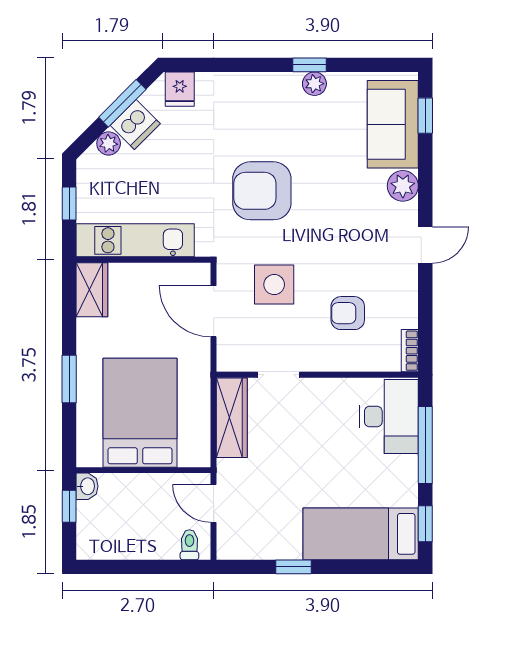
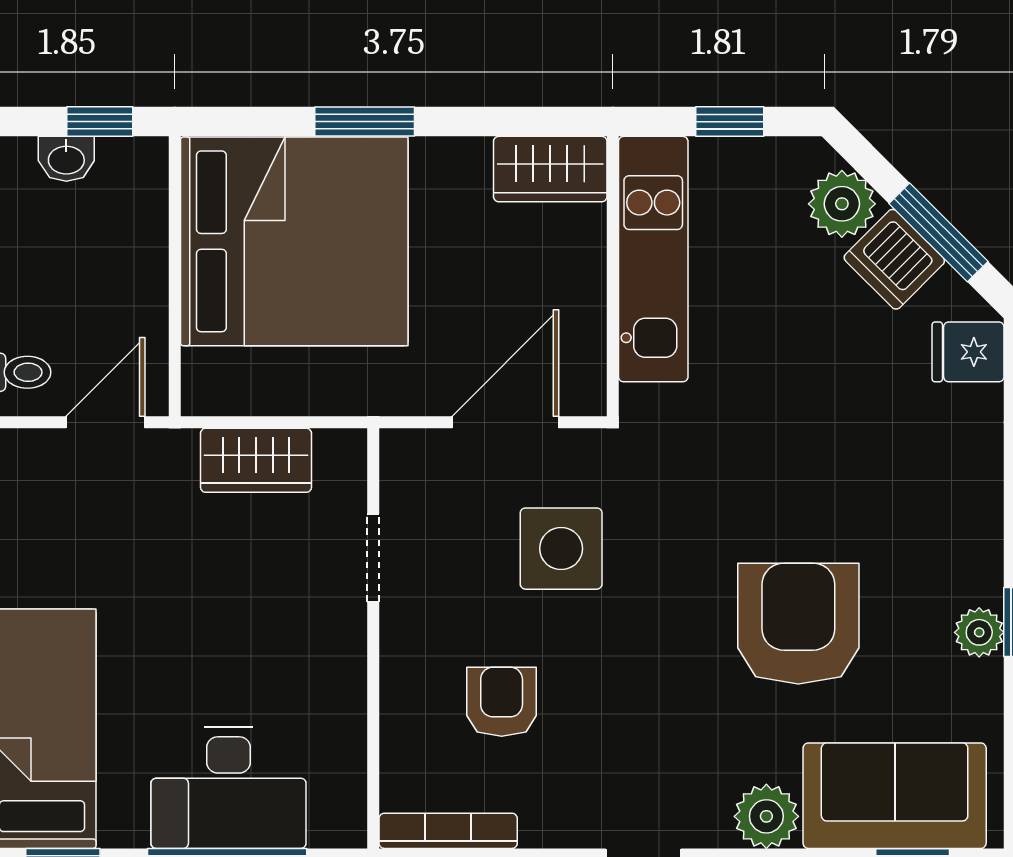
plant: (109, 143) -> (842, 204), width x1.38, depth x1.38
armchair: (262, 191) -> (798, 624), moved
bookcase: (410, 351) -> (448, 831), width x1.56
bed: (140, 413) -> (294, 241), width x1.36
desk: (389, 417) -> (229, 788), moved
wardrobe: (232, 418) -> (256, 460), width x0.67
washbasin: (87, 486) -> (66, 159), moved

